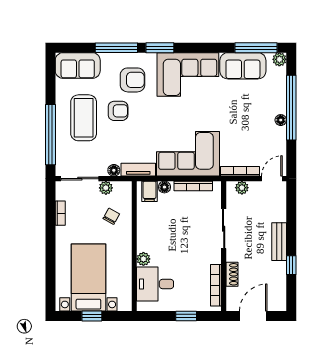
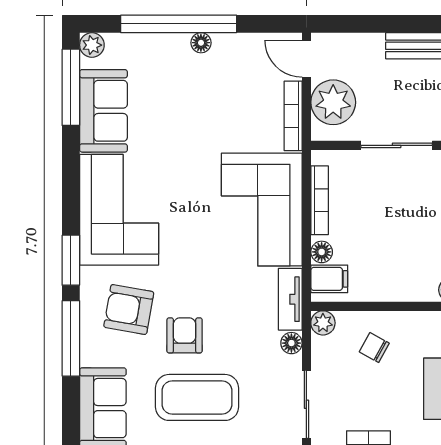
armchair: (132, 80) -> (129, 309), turned -80
plant: (106, 188) -> (323, 323), moved
plant: (242, 188) -> (333, 102), width x1.87, depth x1.87

